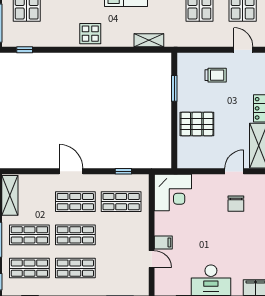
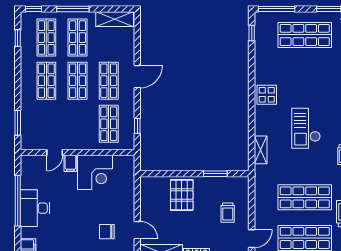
corner desk: (173, 192) -> (95, 172), moved, turned -90

